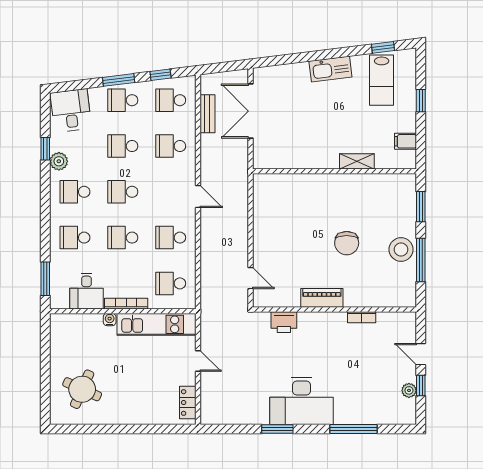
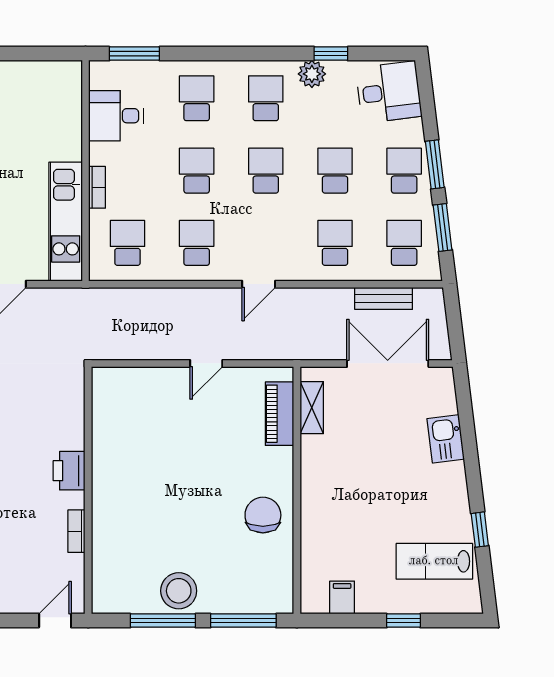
window: (383, 47) -> (480, 530), moved
kitchen sink: (330, 69) -> (446, 439), moved, width x0.73
window: (160, 75) -> (443, 228), width x1.50
shelving: (357, 161) -> (312, 408), moved
window: (421, 207) -> (243, 621), width x1.44
chair: (347, 243) -> (263, 515), moved, turned 90
door: (251, 278) -> (206, 363), moved
piano: (322, 298) -> (279, 414), moved, turned 180
bookcase: (126, 304) -> (97, 187), width x0.64
water cooler: (110, 320) -> (73, 151), removed
printer: (284, 322) -> (69, 471), moved
door: (421, 354) -> (55, 621), moved

